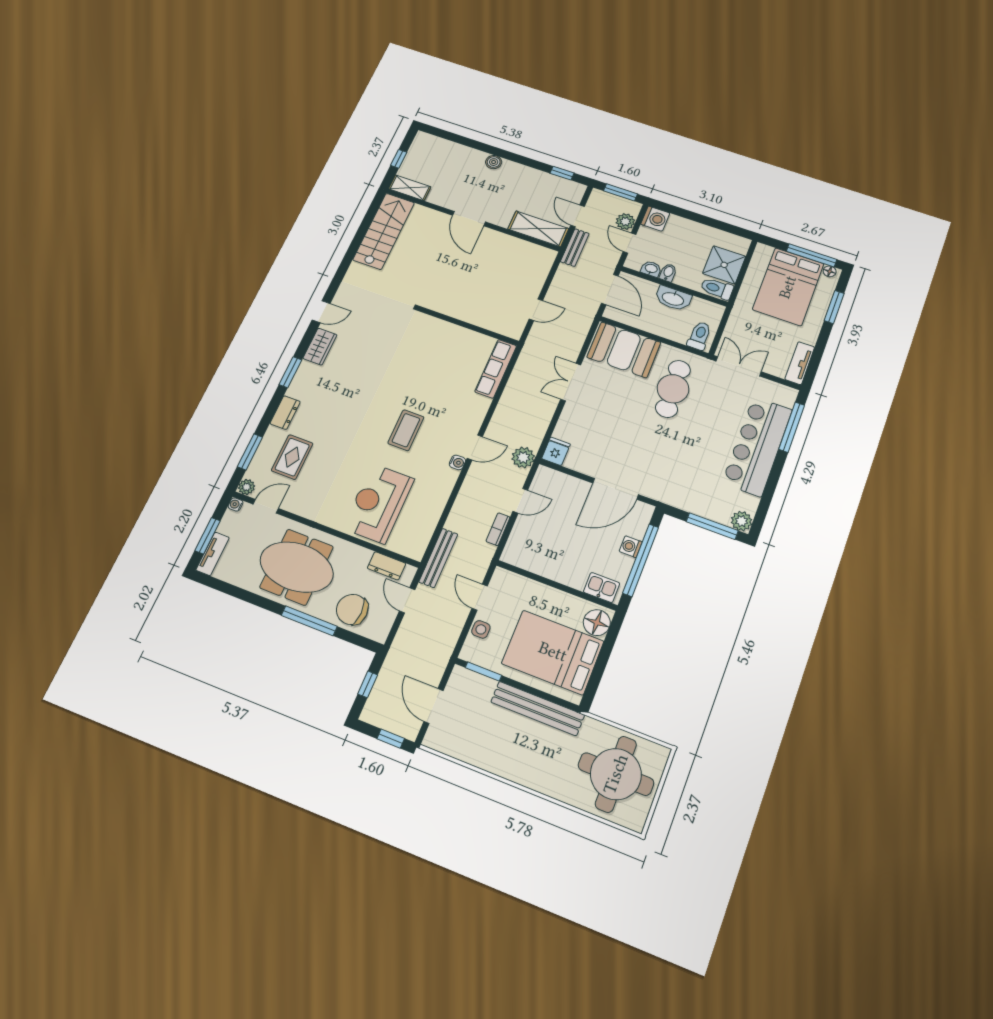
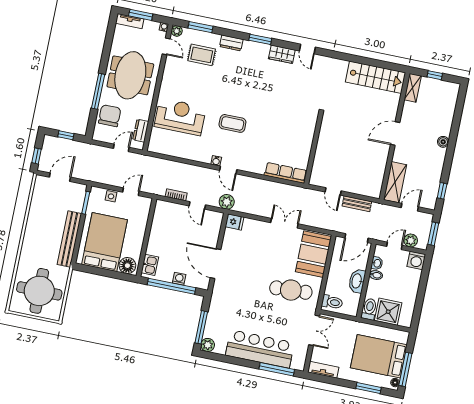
bench: (575, 248) -> (357, 204), moved
bench: (438, 558) -> (151, 161), removed

